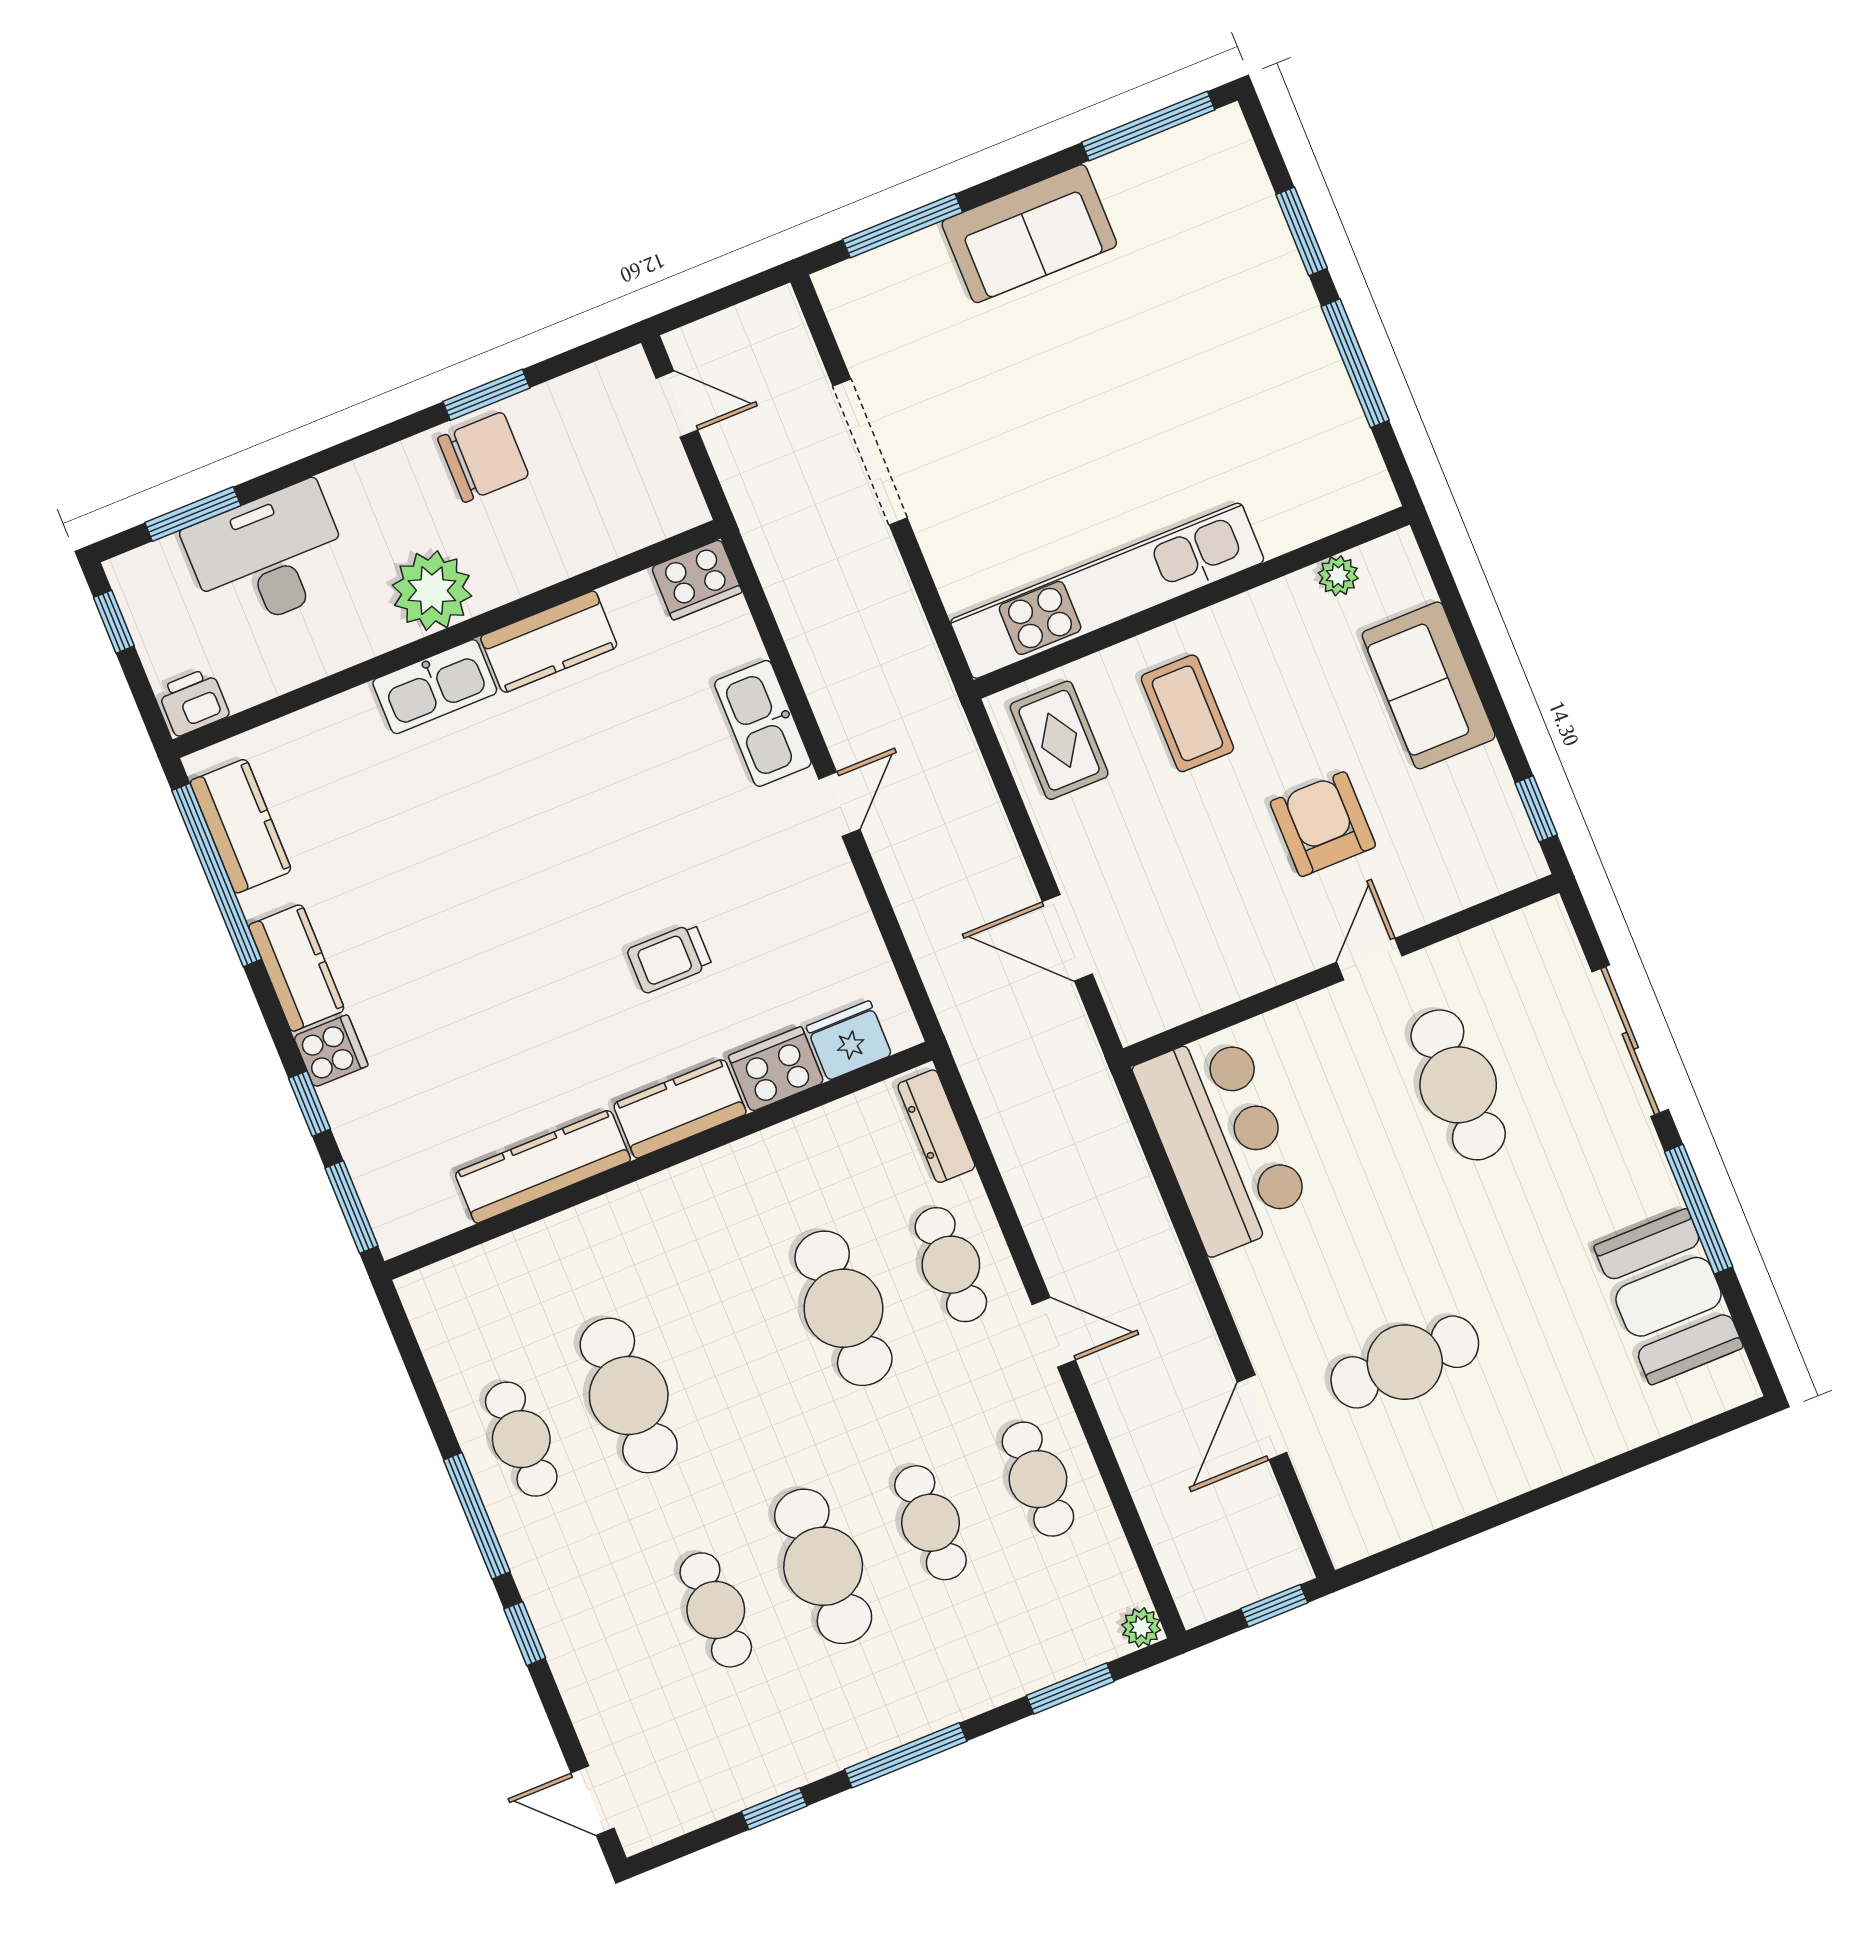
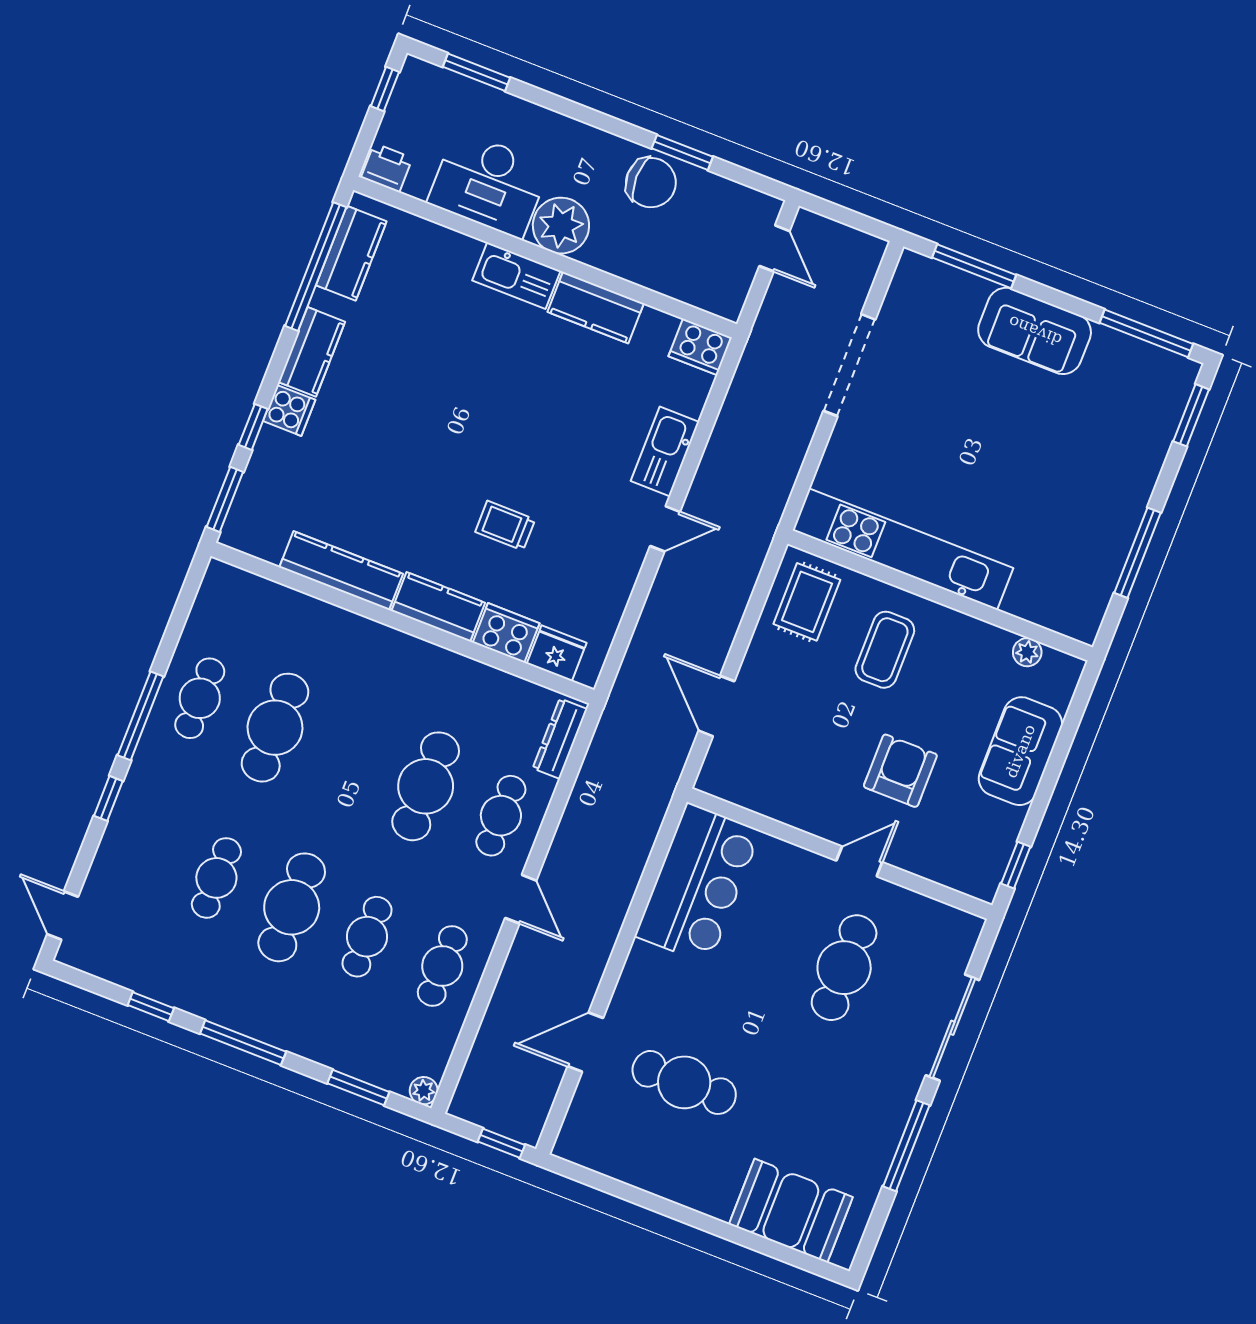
window: (1302, 231) -> (1191, 415), moved
desk: (268, 557) -> (489, 184), moved, turned 180
booth: (1669, 1297) -> (791, 1211), moved, turned 90

